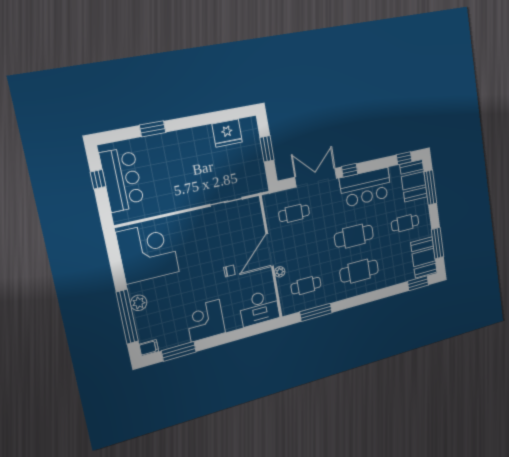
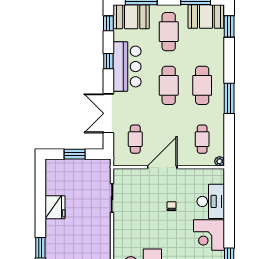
fridge: (227, 133) -> (55, 207), moved
window: (350, 170) -> (108, 61), moved
cafe table: (405, 223) -> (169, 32), width x1.37, depth x1.35
door: (270, 250) -> (162, 167), swing flipped
plant: (280, 272) -> (220, 161), moved
desk: (259, 308) -> (211, 201), moved
window: (316, 312) -> (229, 98), moved

